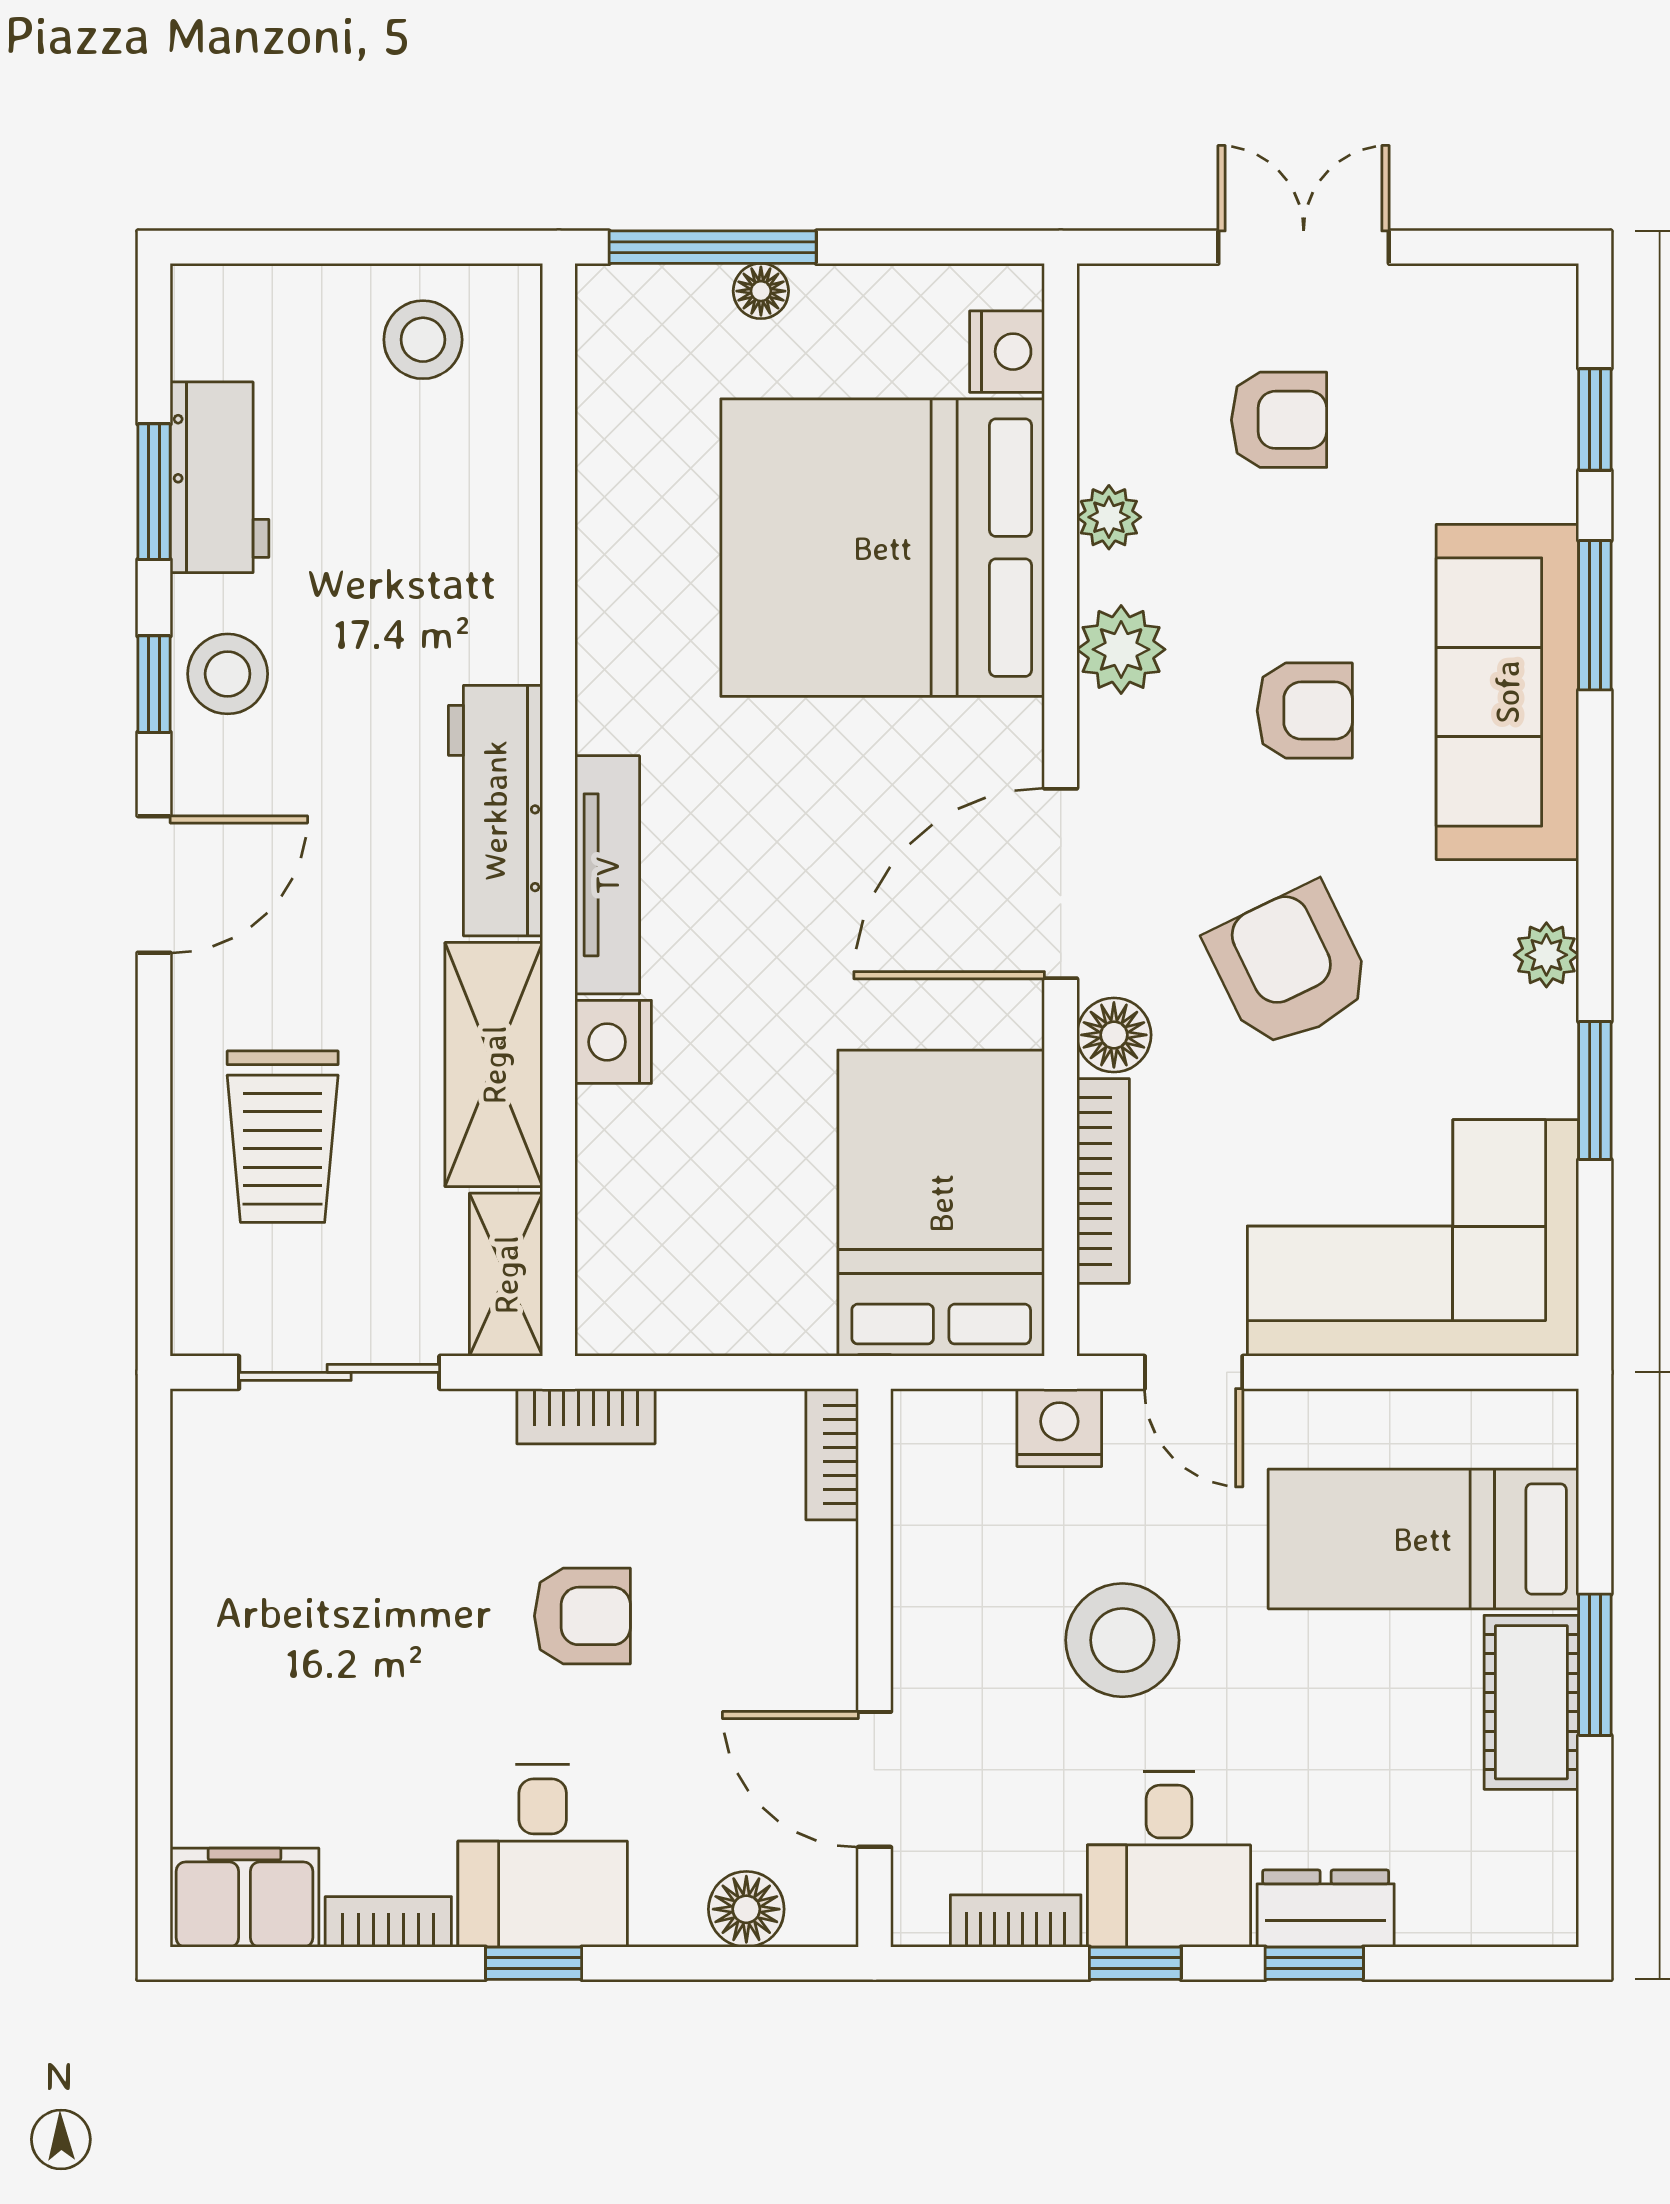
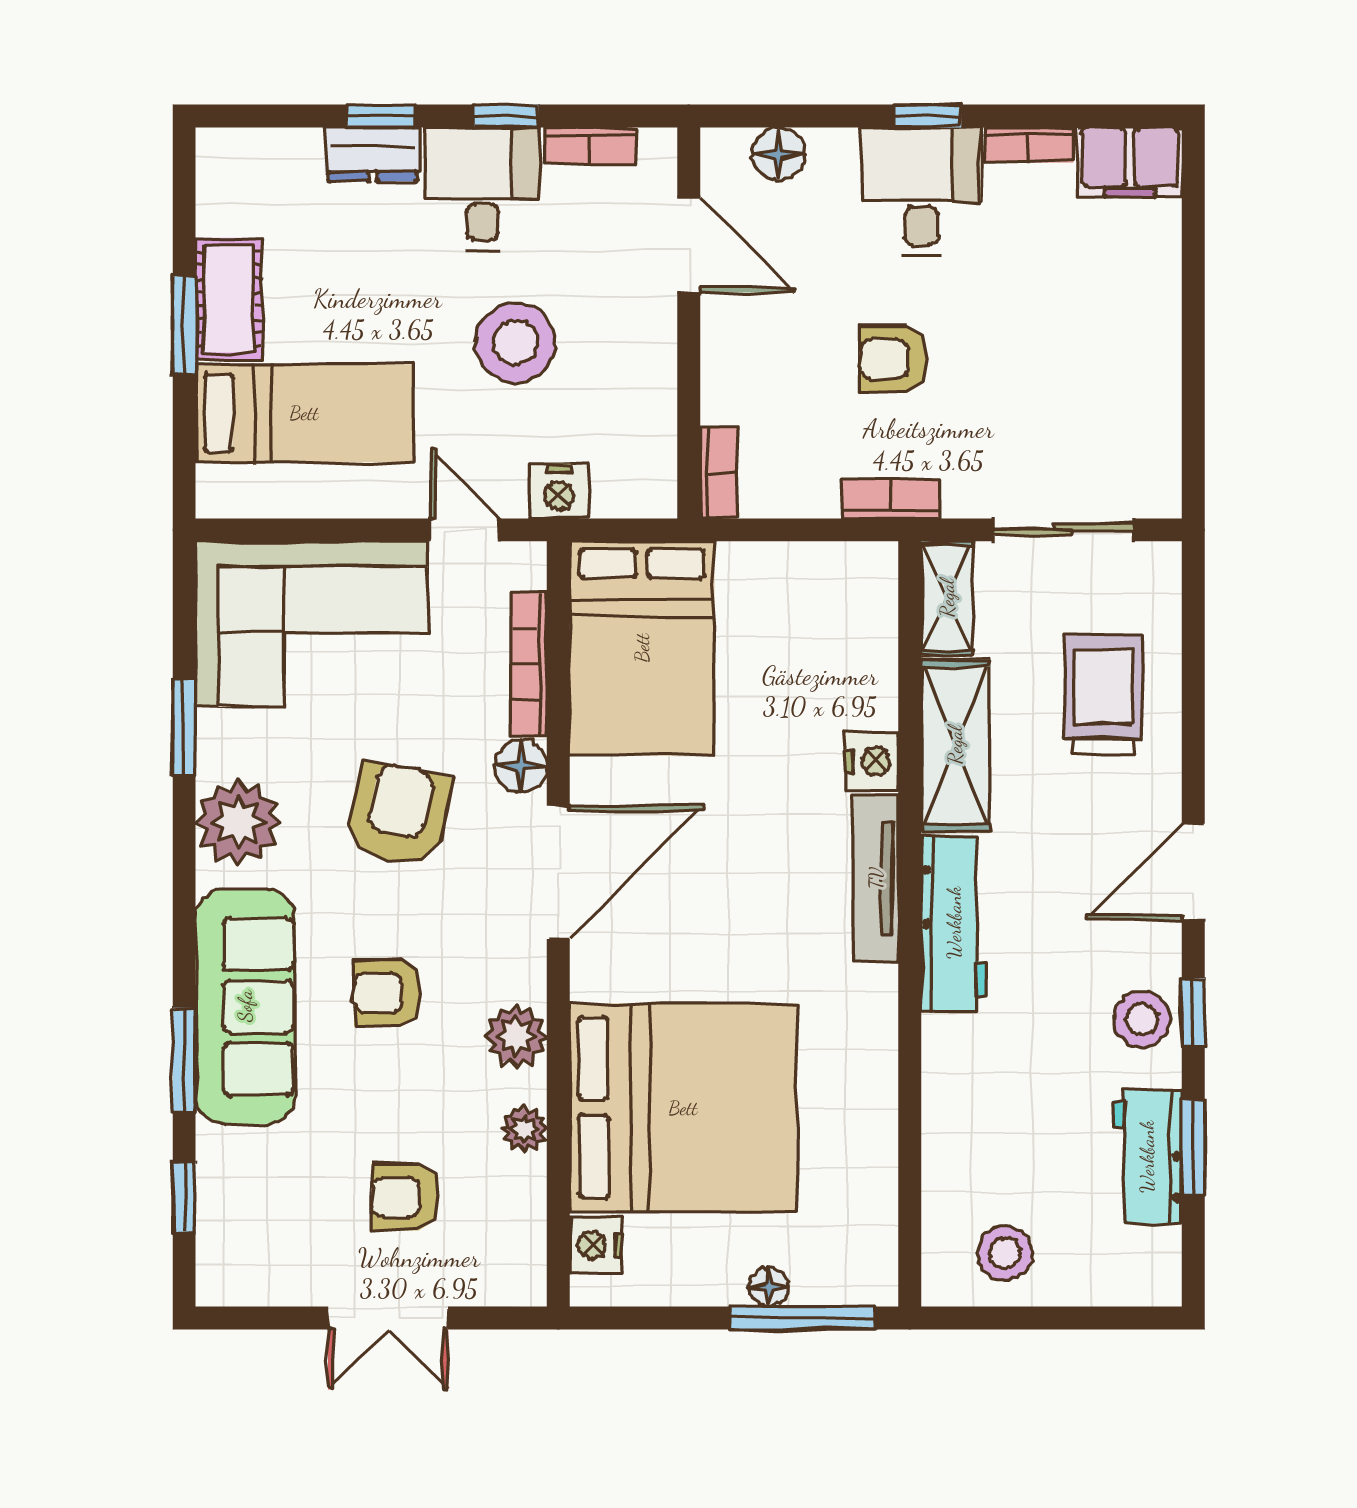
plant: (1546, 955) -> (238, 822), width x1.88, depth x1.88
armchair: (1290, 966) -> (398, 814), turned -142

